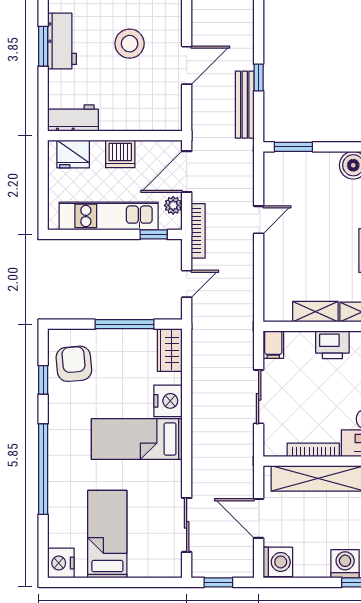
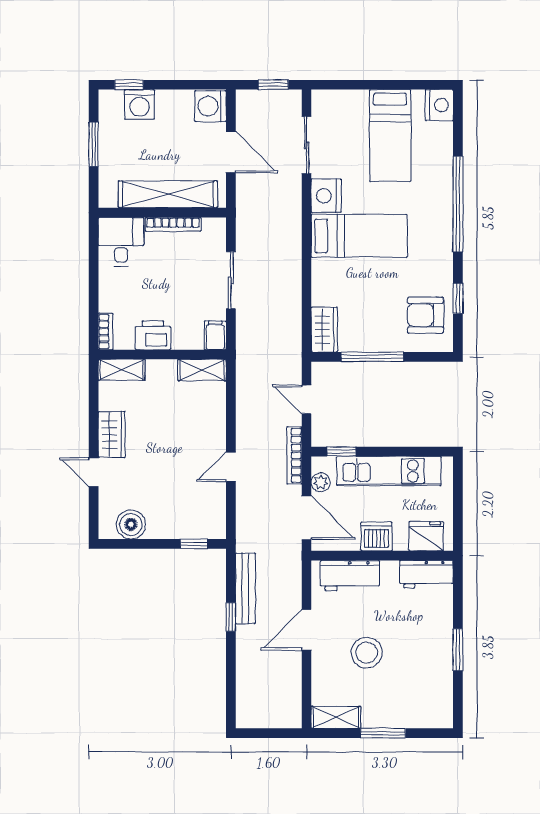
workbench: (62, 41) -> (350, 576), moved, turned -90
window: (293, 147) -> (194, 544), width x0.67
door: (187, 172) -> (307, 518), hinge flipped
door: (187, 284) -> (307, 399), hinge flipped
shelving: (315, 312) -> (202, 370), moved
armchair: (74, 364) -> (425, 315), turned 95
nightstand: (168, 401) -> (326, 196), moved

